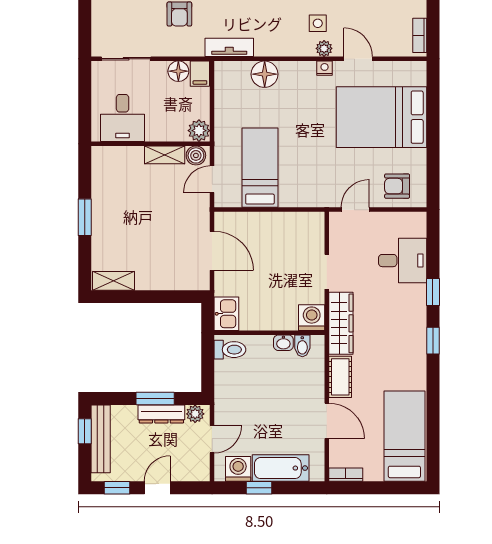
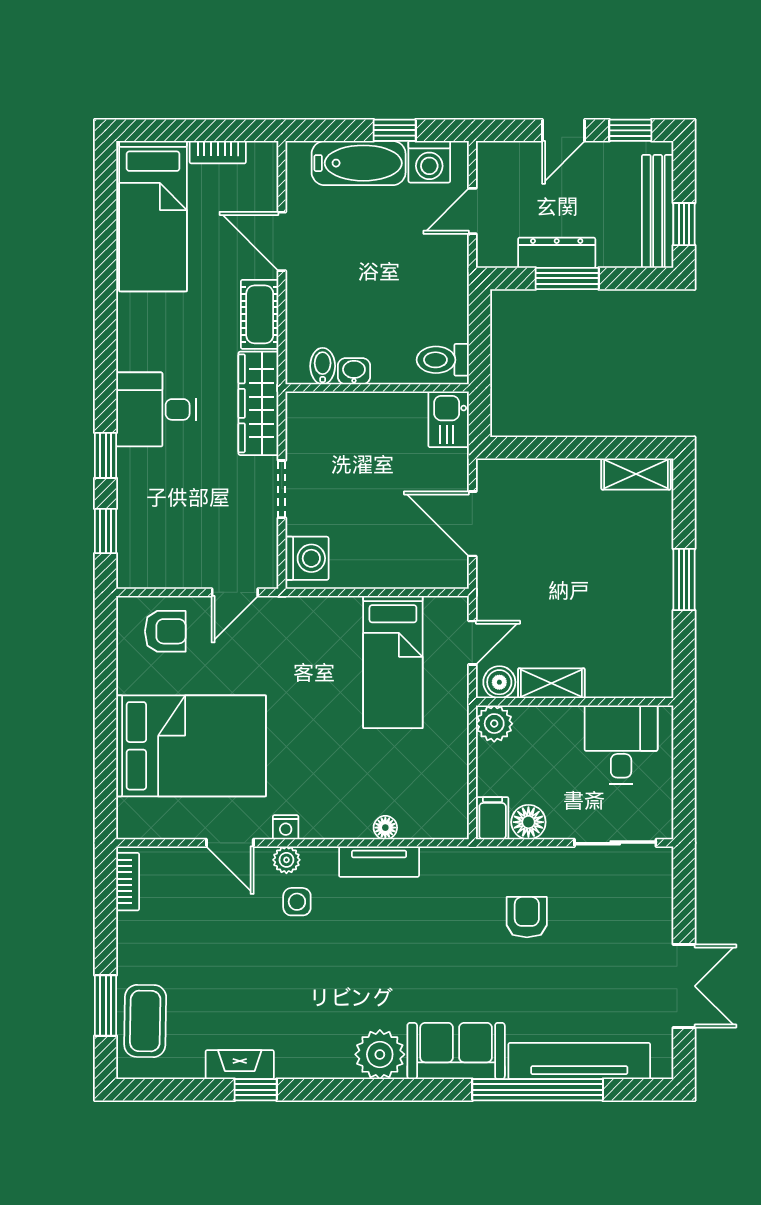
tv unit: (229, 47) -> (379, 862), moved
floor lamp: (265, 74) -> (385, 828), width x0.53, depth x0.53
desk: (403, 261) -> (156, 409), moved
washing machine: (312, 318) -> (307, 558), moved, turned -90
window: (433, 341) -> (106, 531), moved
plant: (195, 414) -> (501, 253), removed
bookcase: (346, 475) -> (218, 152), moved

